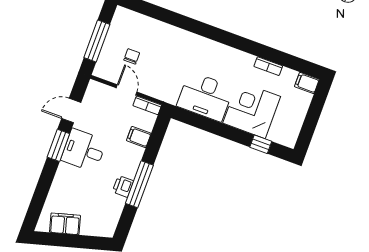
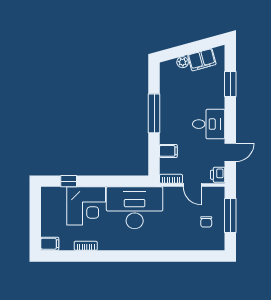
chair: (132, 56) -> (206, 222), moved
desk: (205, 97) -> (135, 208), width x1.36, depth x1.30
window: (58, 145) -> (230, 84), moved
printer: (123, 186) -> (218, 175), moved, turned 180
plant: (87, 229) -> (183, 62), added

